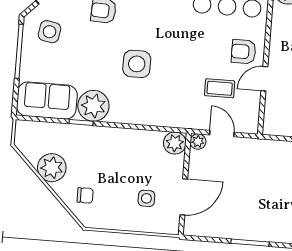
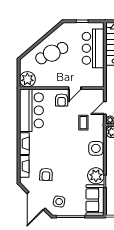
side table: (137, 64) -> (96, 148), moved
door: (264, 79) -> (75, 88), hinge flipped
coffee table: (220, 88) -> (83, 123), moved

